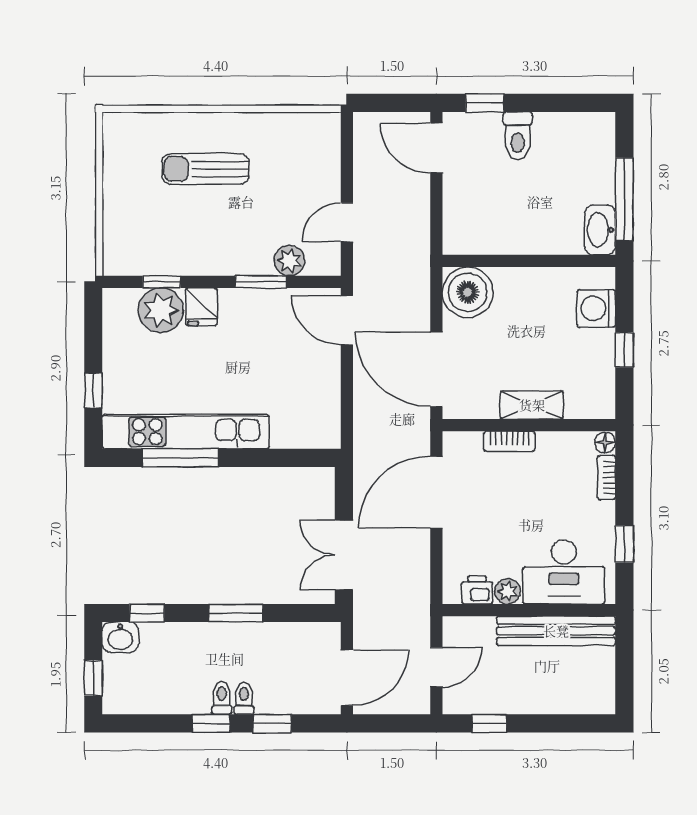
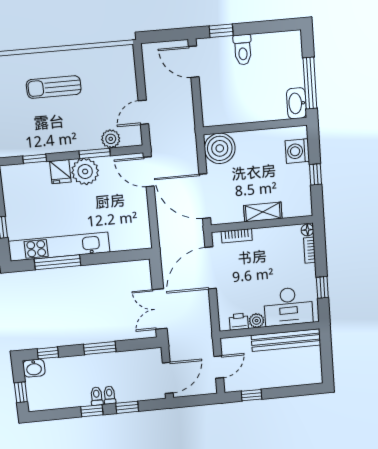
plant: (161, 310) -> (85, 171), moved
bookcase: (509, 441) -> (237, 236), moved

